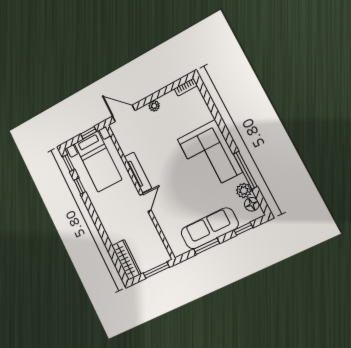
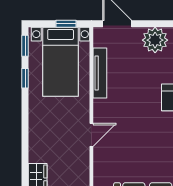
plant: (154, 106) -> (155, 40), width x1.88, depth x1.88
tv unit: (138, 172) -> (100, 73), moved

